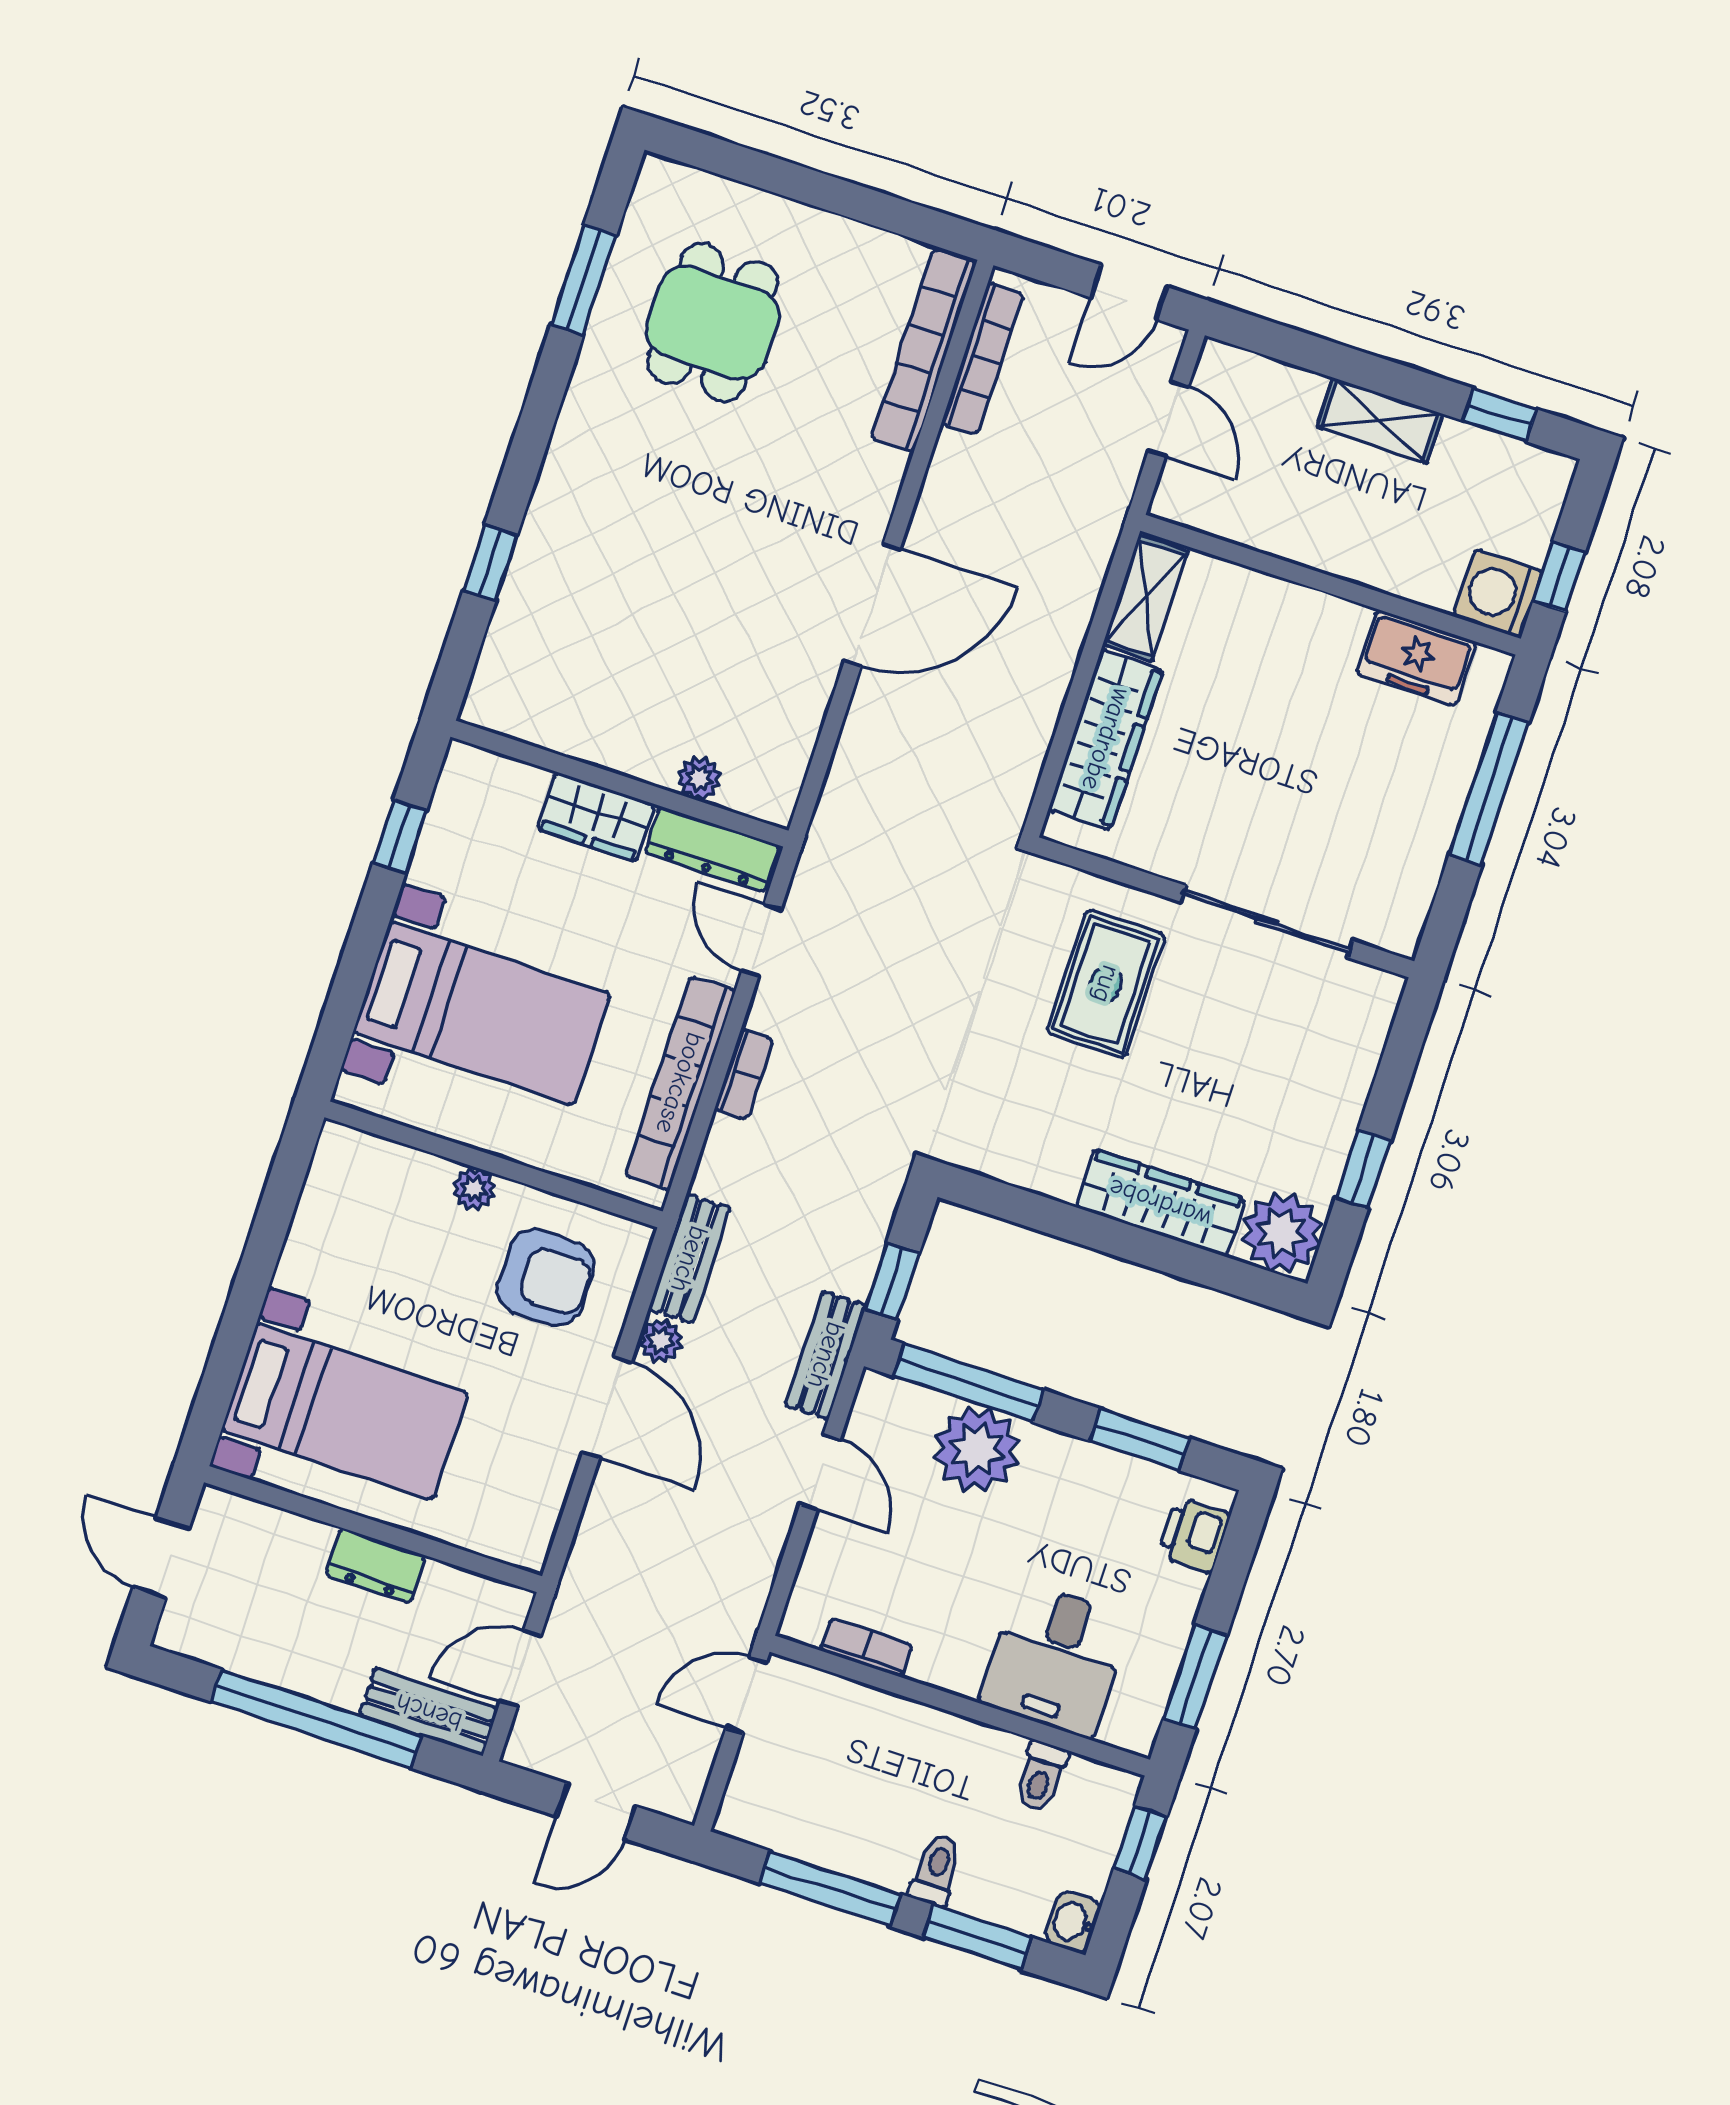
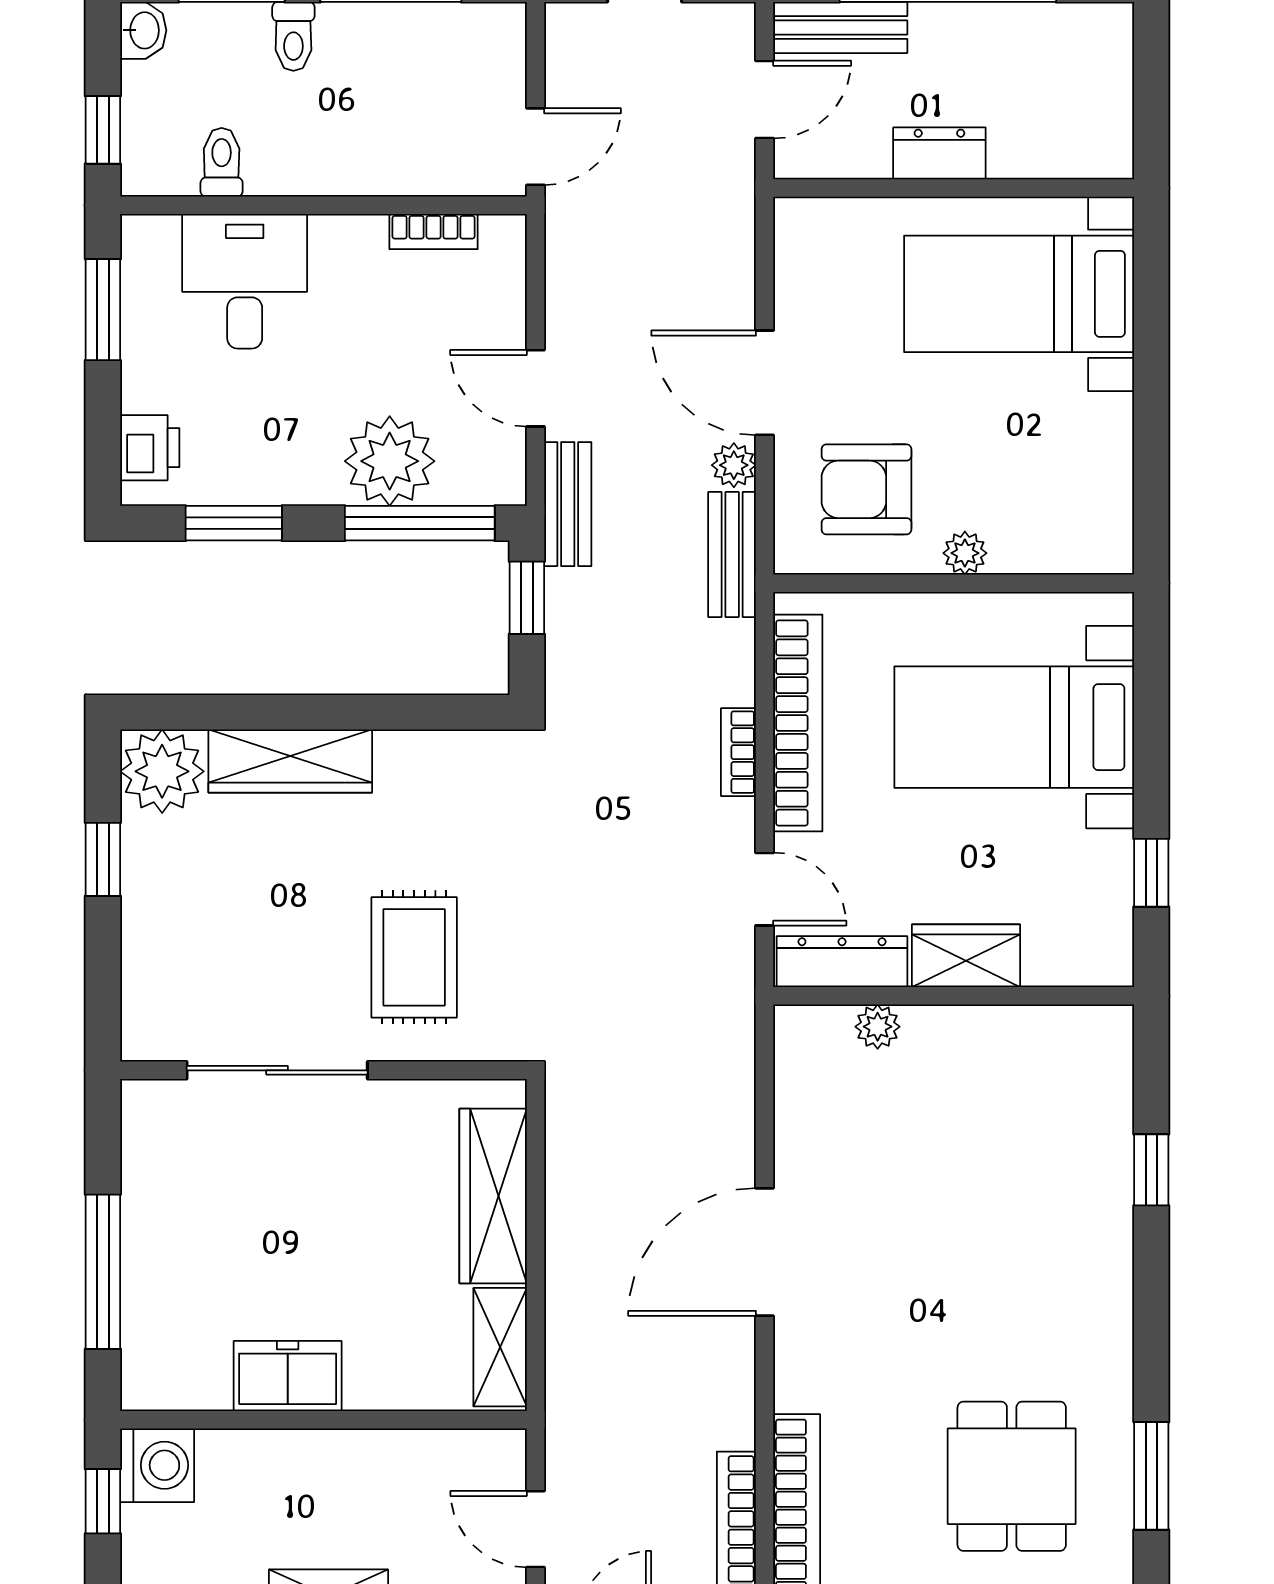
freezer: (1416, 658) -> (288, 1376), moved
door: (161, 1558) -> (1151, 92), removed

